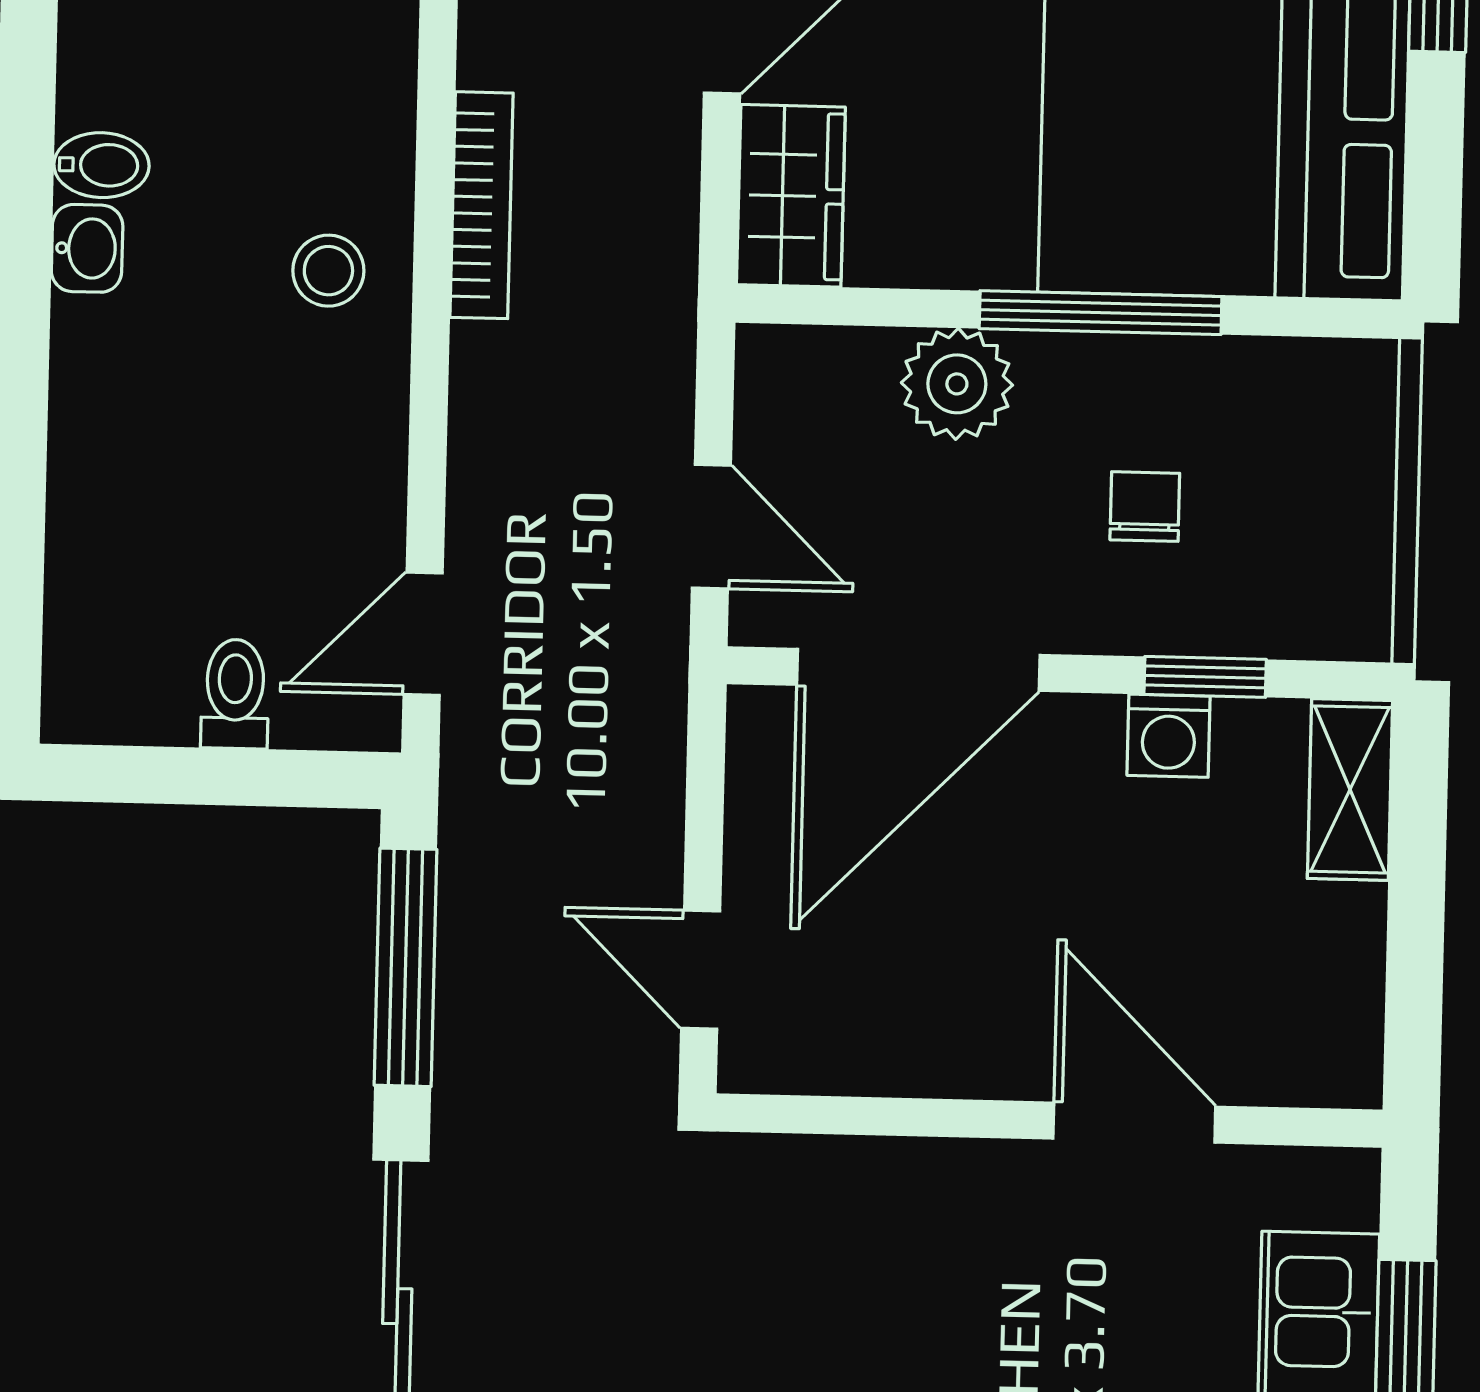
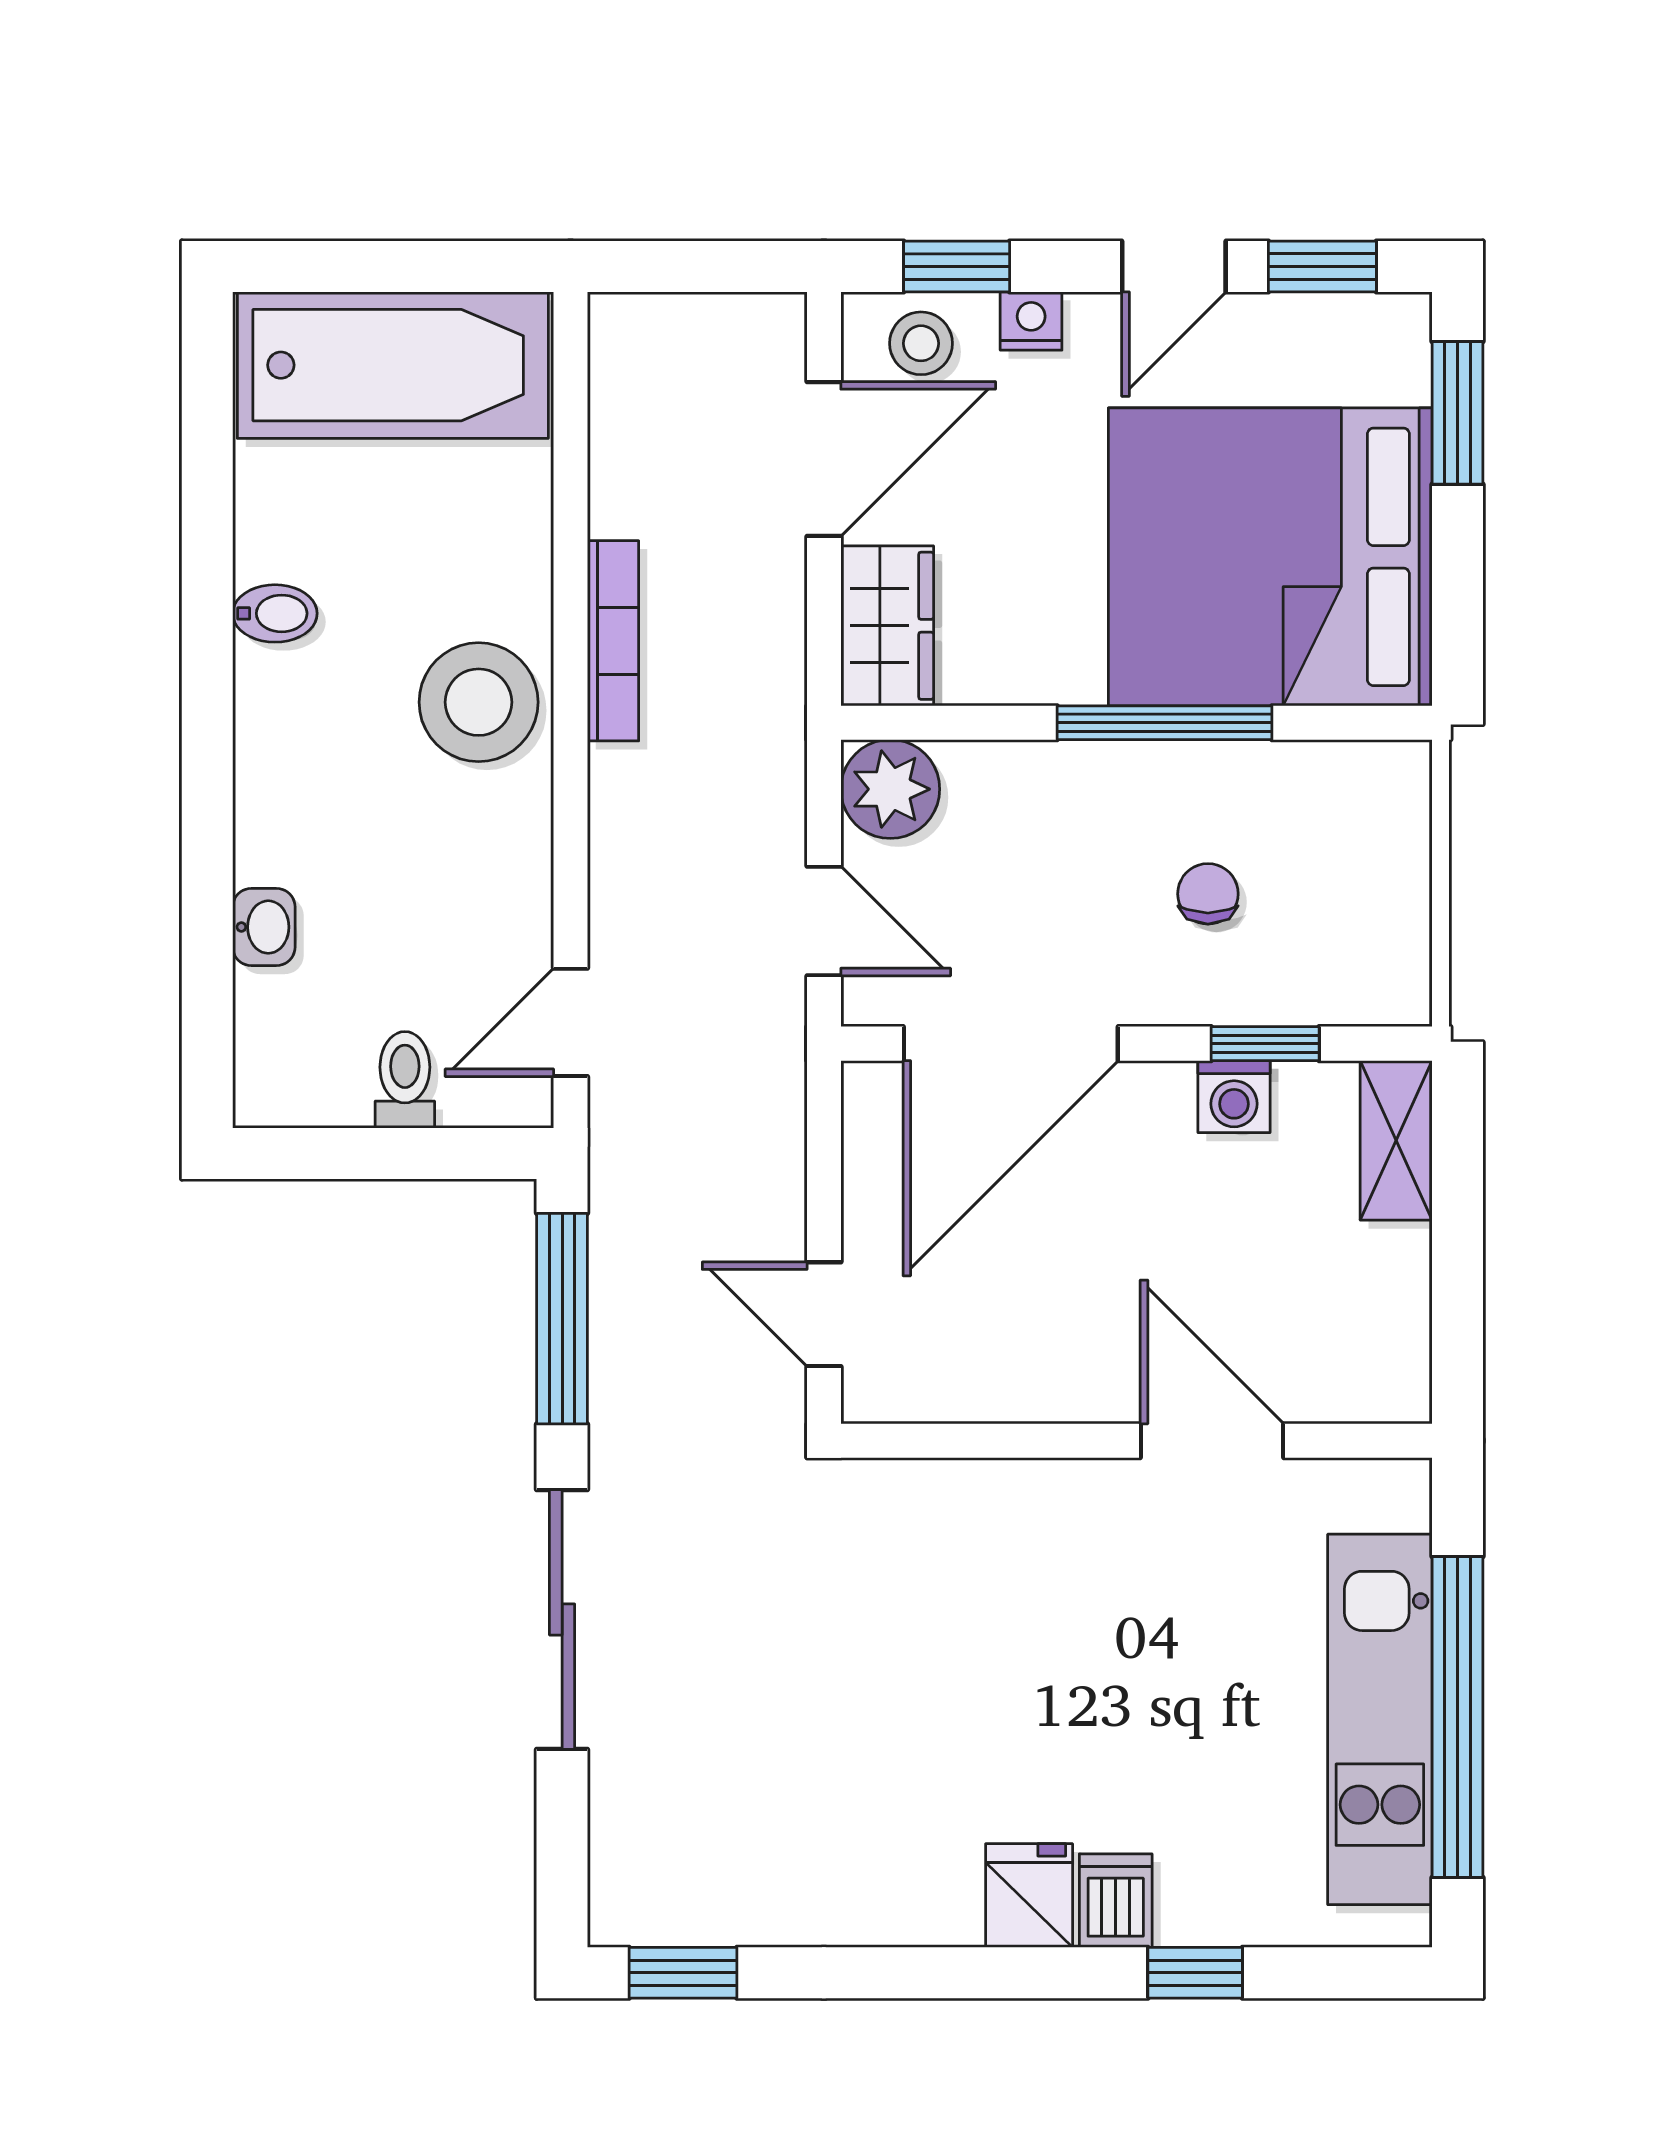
washbasin: (87, 248) -> (264, 927), moved
stool: (328, 271) -> (479, 702), width x1.89, depth x1.89
plant: (957, 384) -> (890, 789), moved

